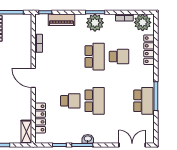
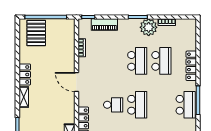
plant: (143, 22) -> (185, 27), removed
plant: (95, 23) -> (149, 27), moved
locker: (149, 50) -> (191, 66), moved
school desk: (119, 57) -> (161, 61), width x1.85

